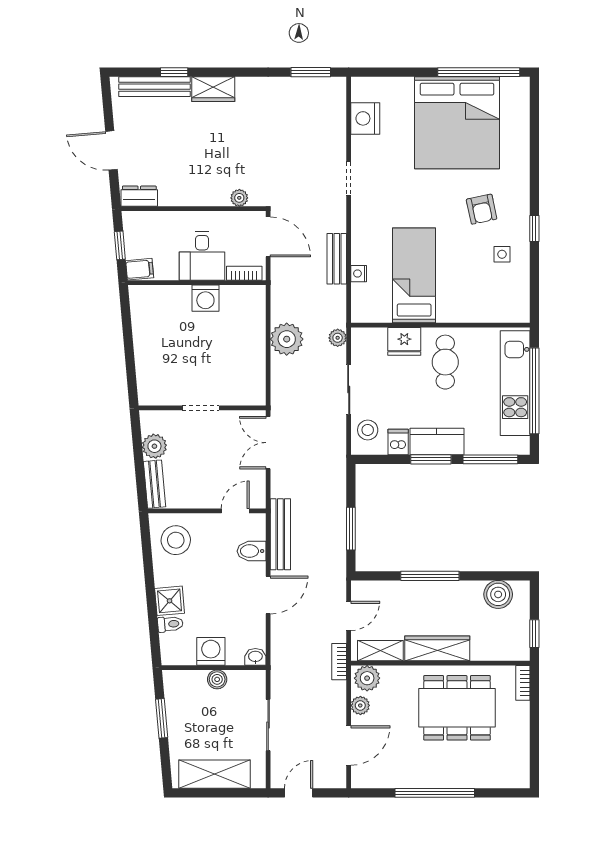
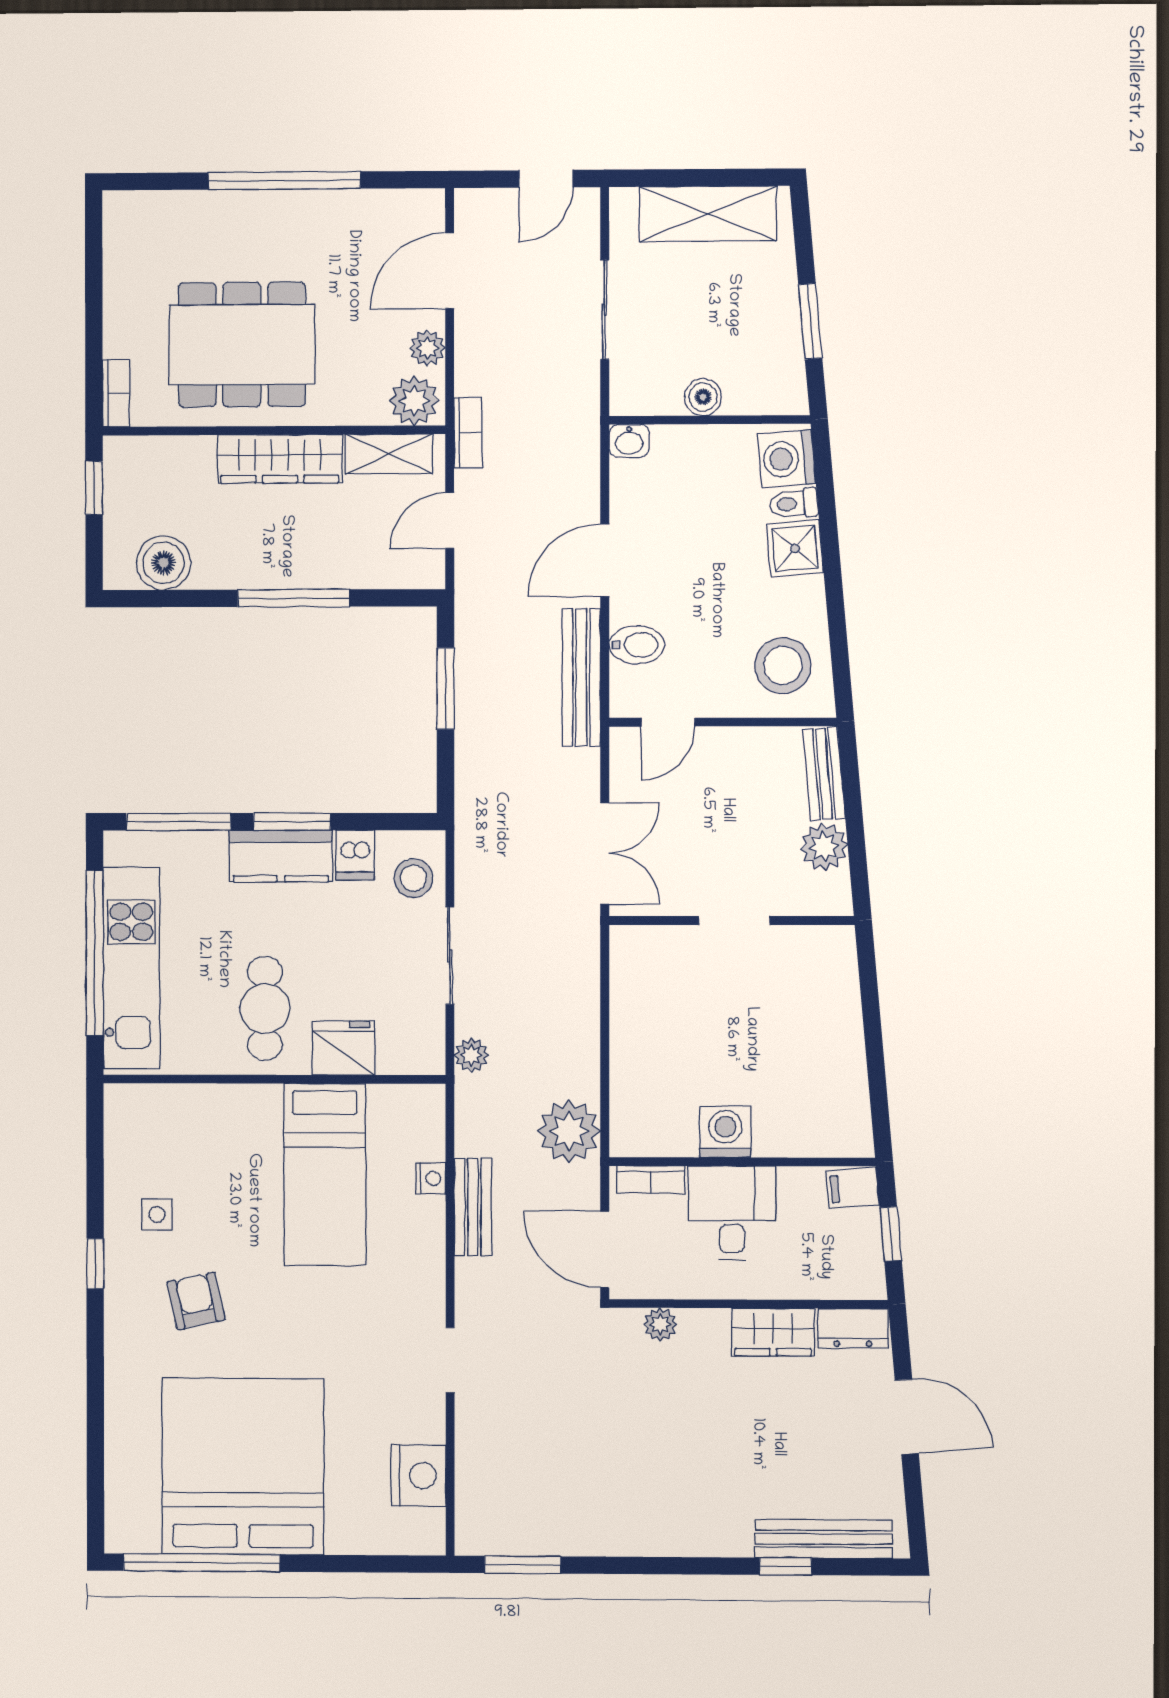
wardrobe: (213, 89) -> (773, 1332), moved, turned 180
plant: (287, 339) -> (569, 1131), moved
washing machine: (211, 651) -> (787, 459), moved, turned 85

